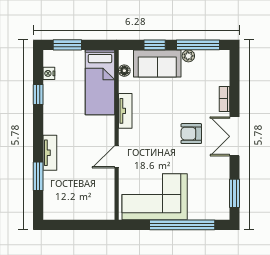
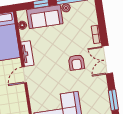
armchair: (191, 134) -> (76, 62), turned -90
door: (117, 157) -> (24, 75), moved

